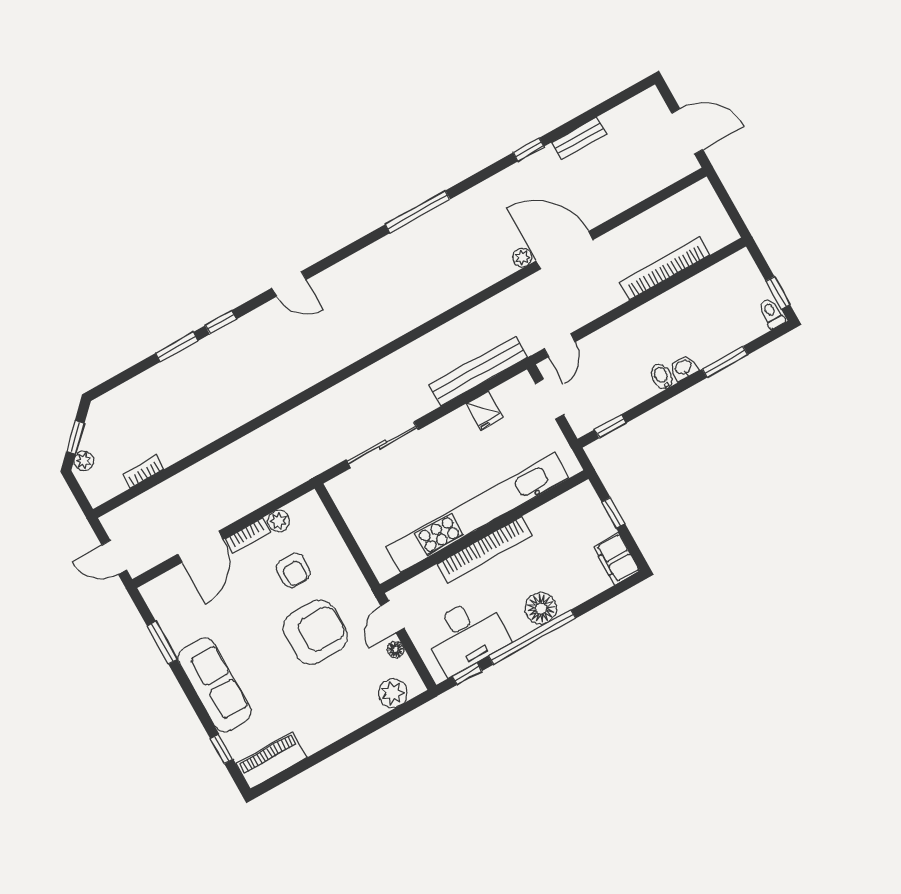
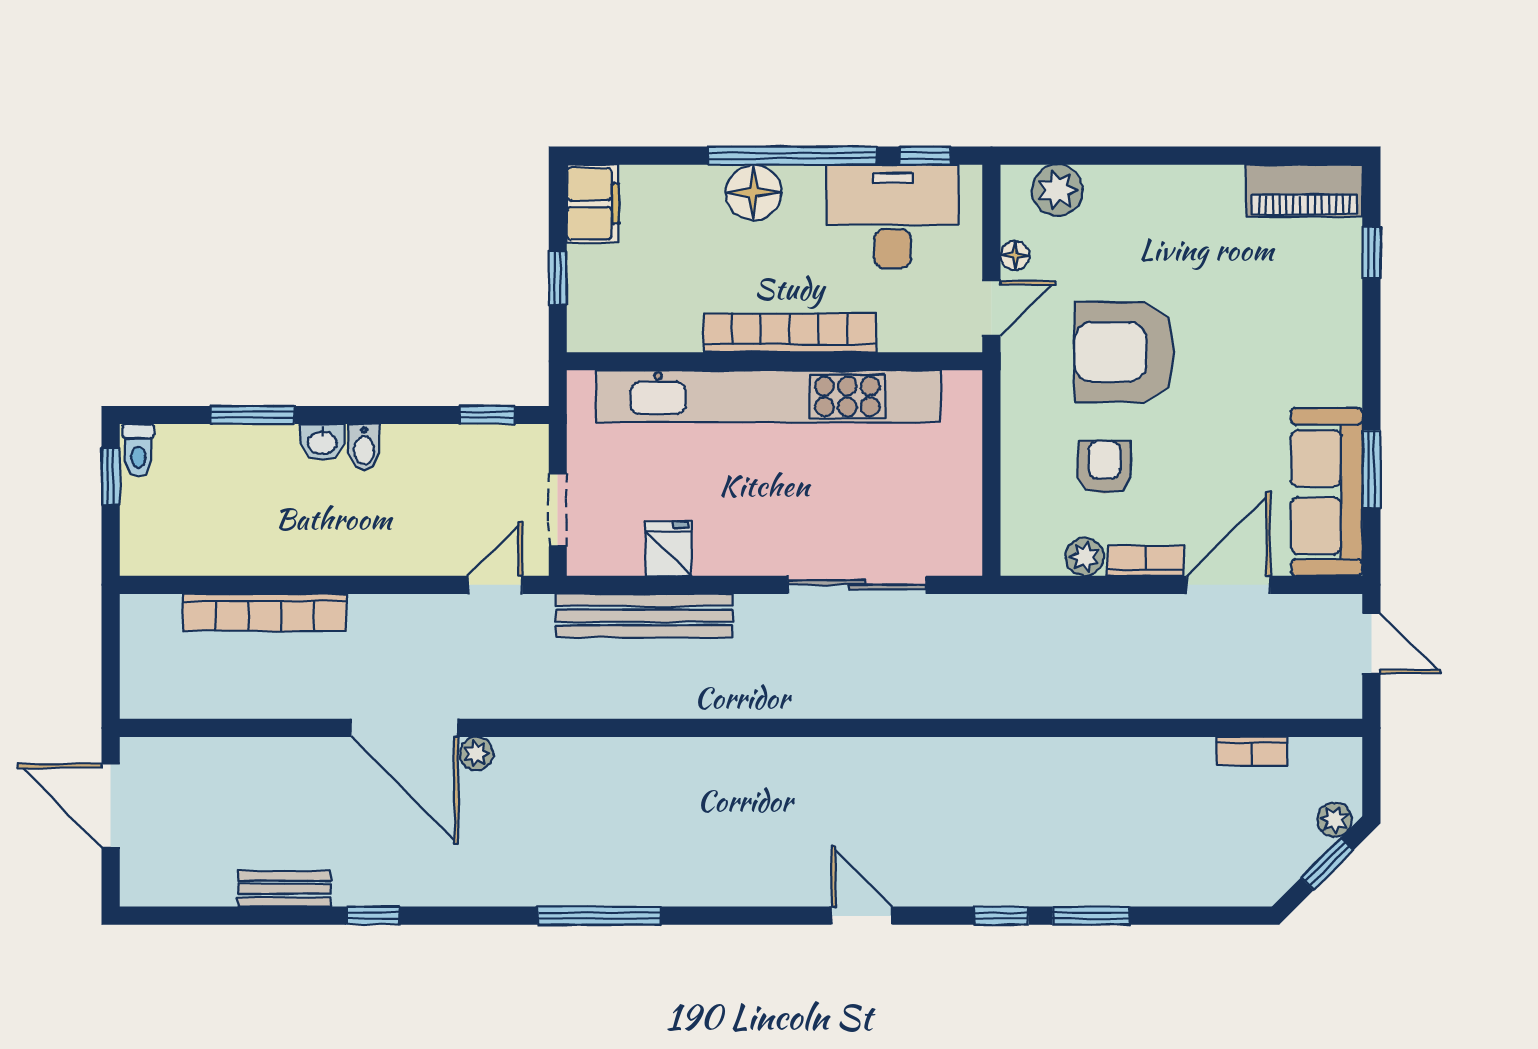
sofa: (215, 685) -> (1327, 492), moved

